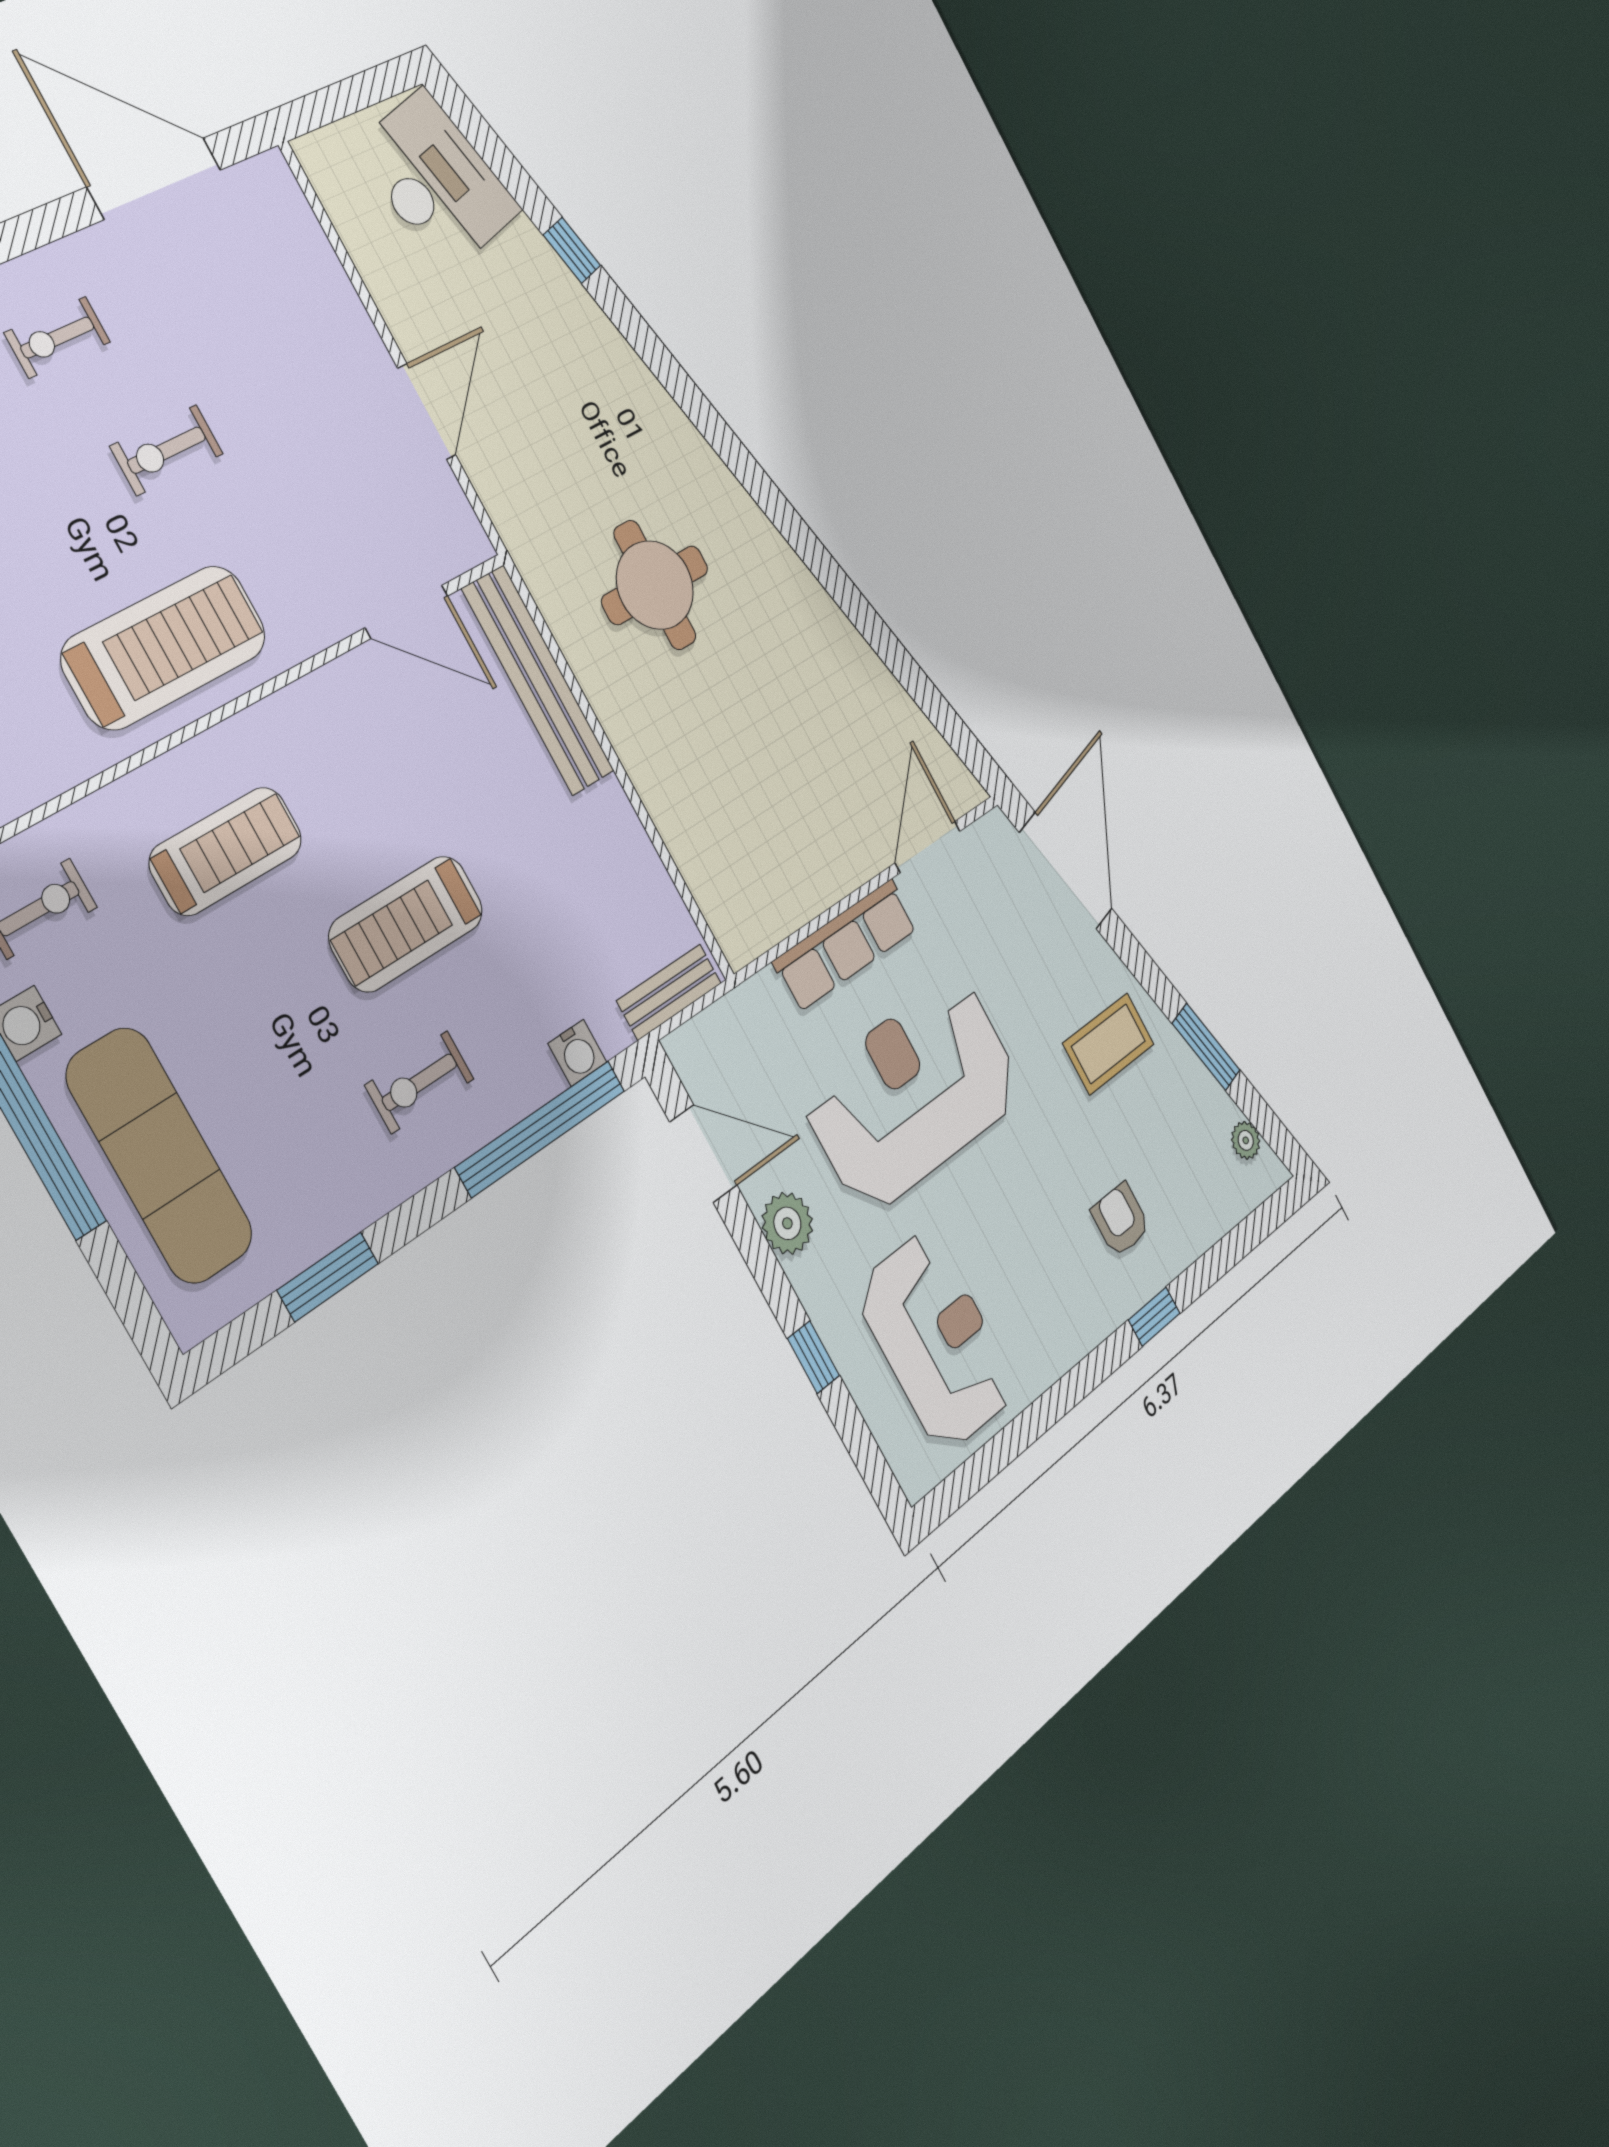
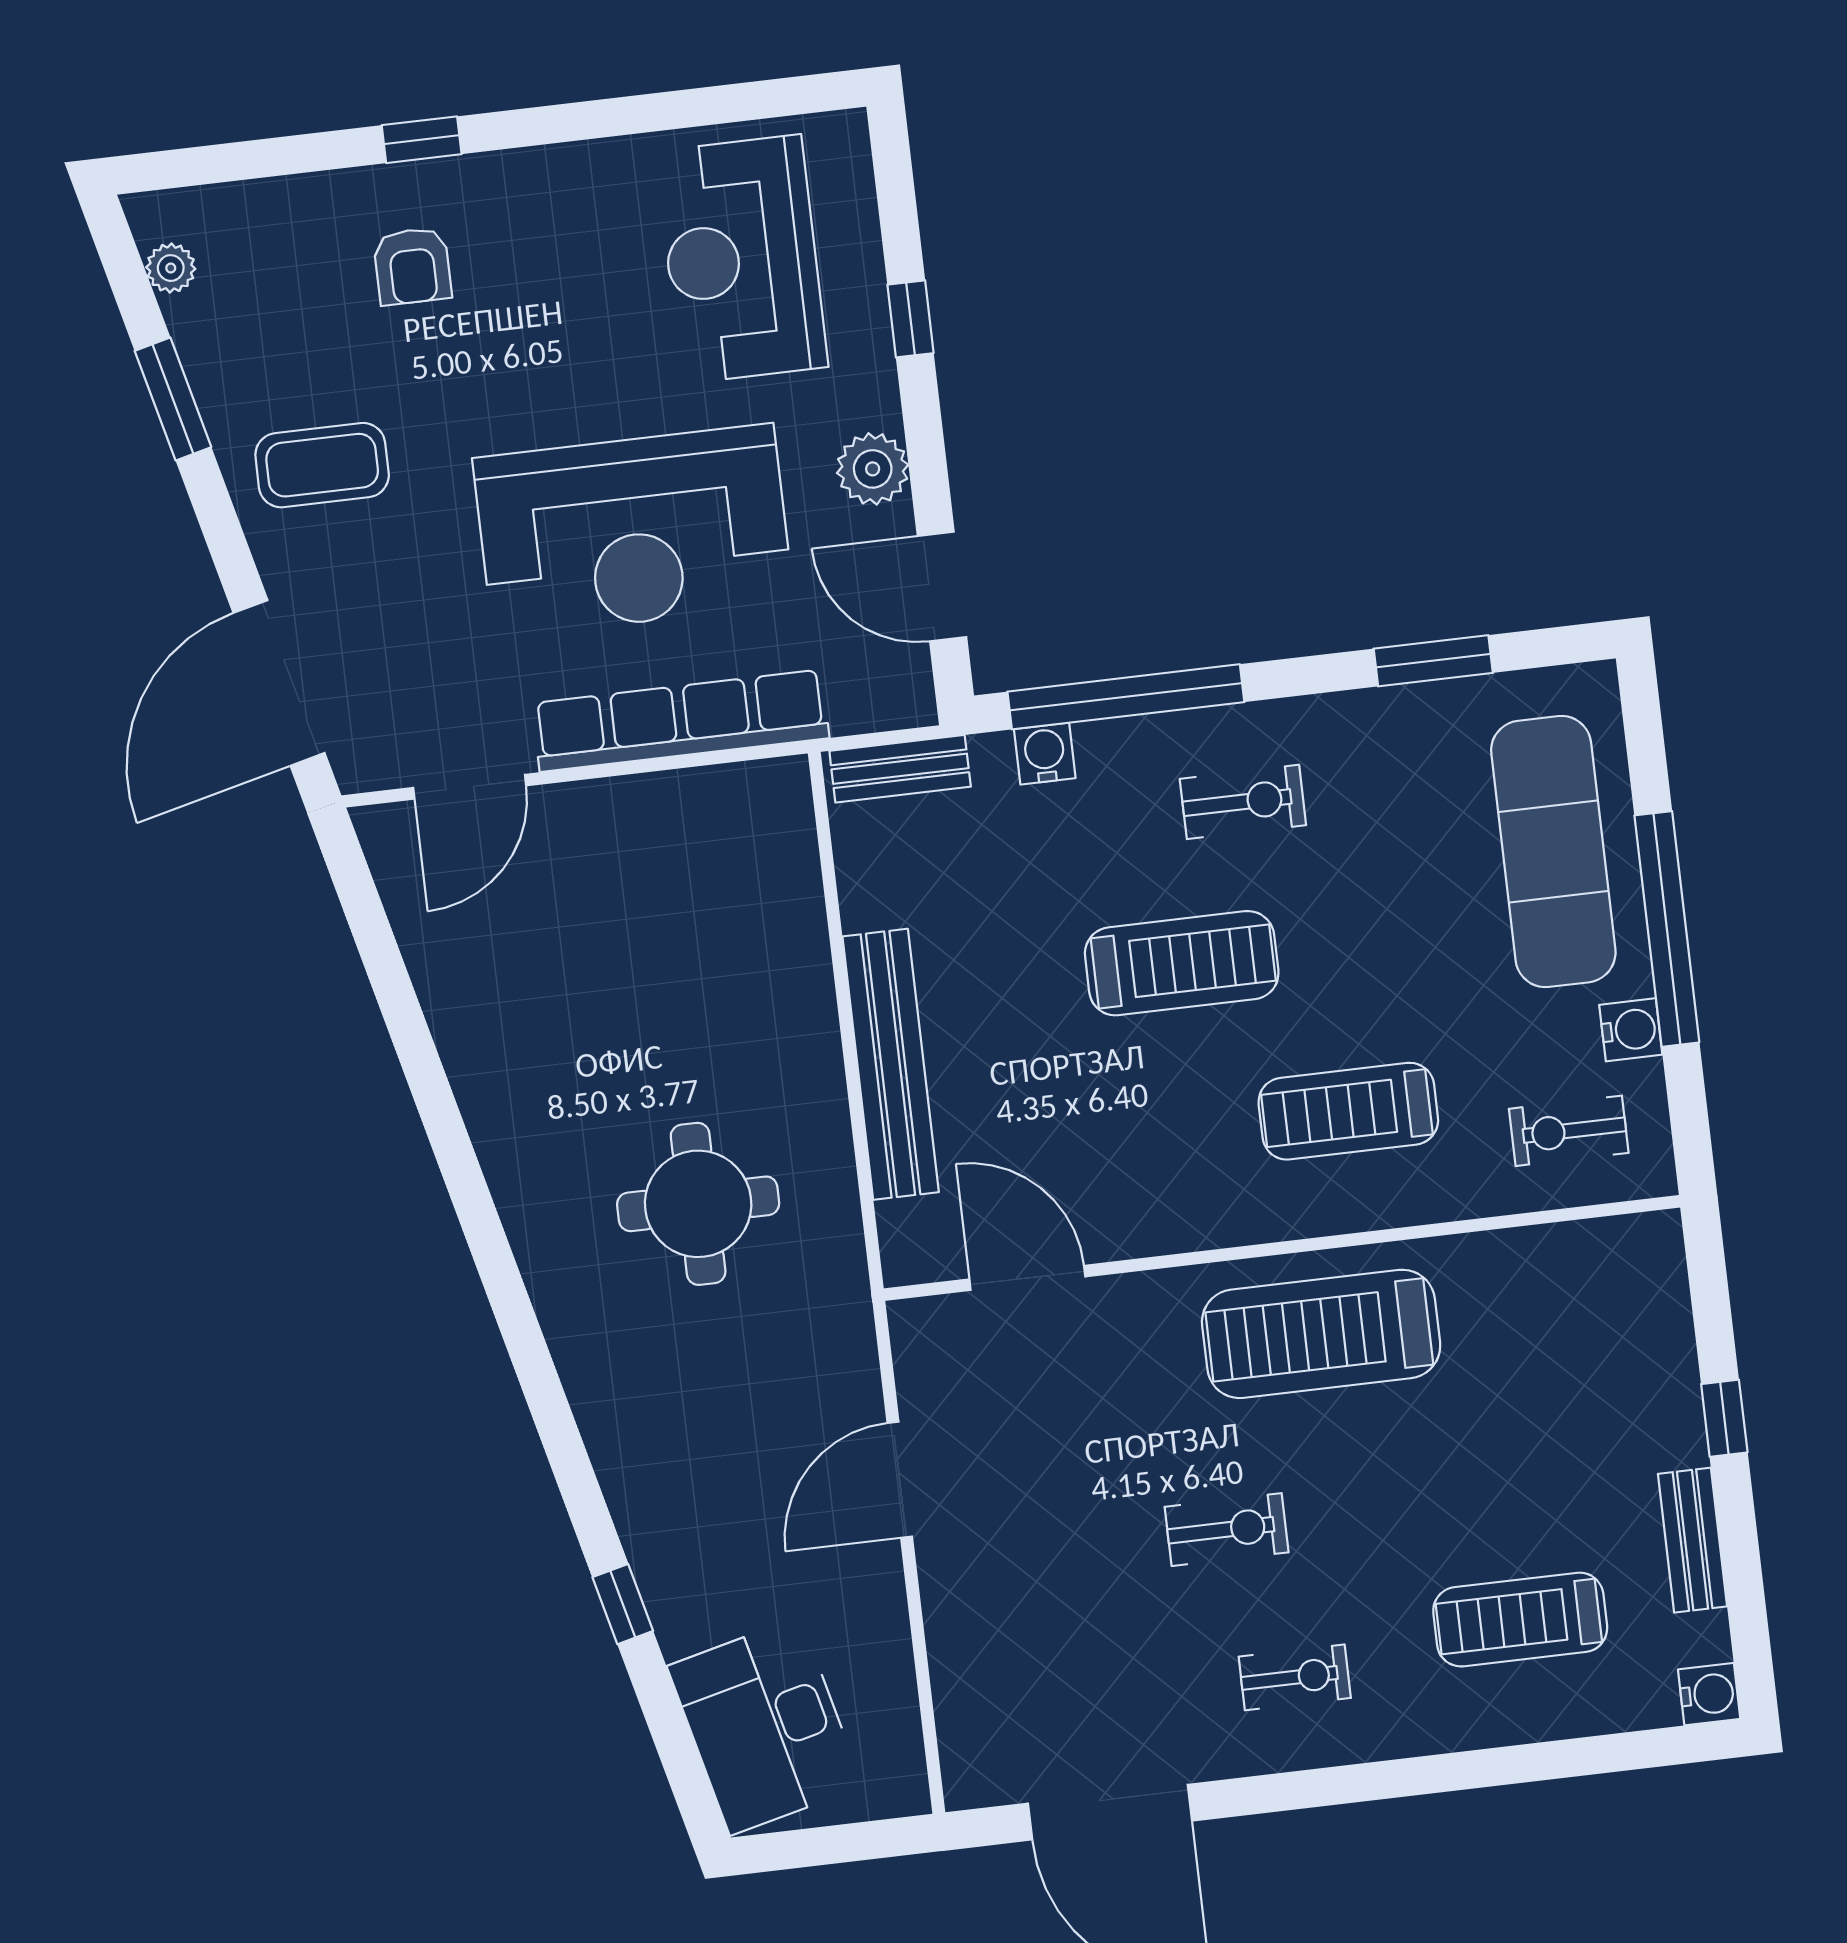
bench: (538, 680) -> (891, 1064), moved
row of seats: (846, 945) -> (681, 721), width x1.36

